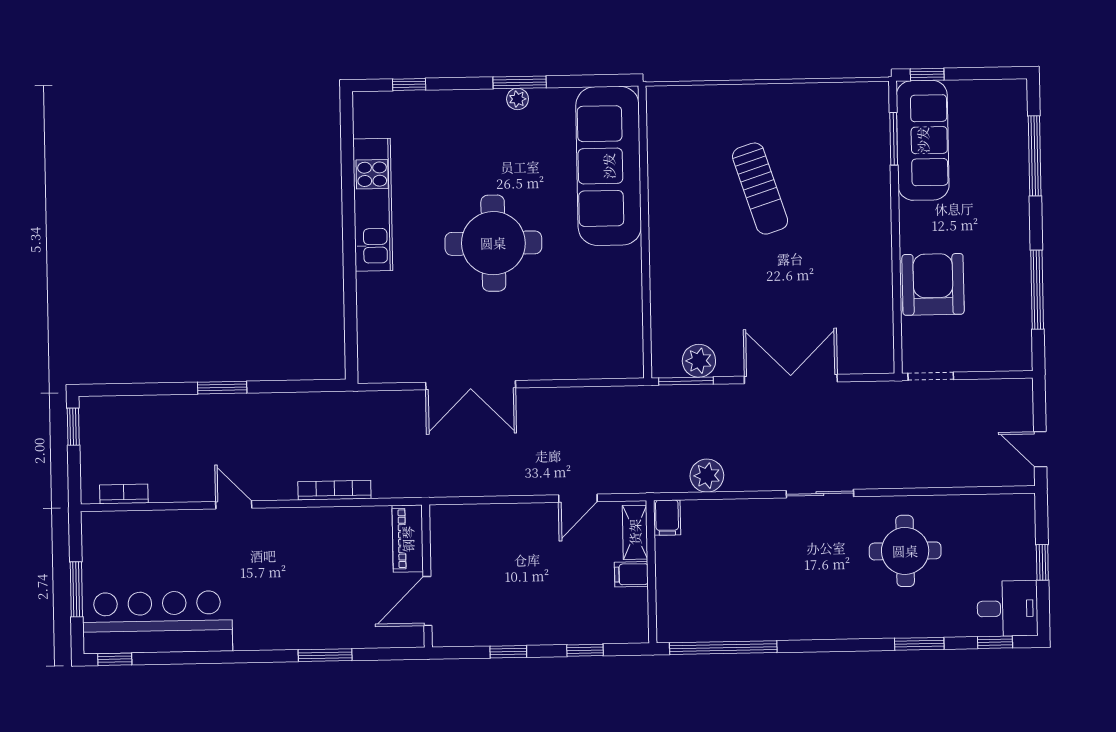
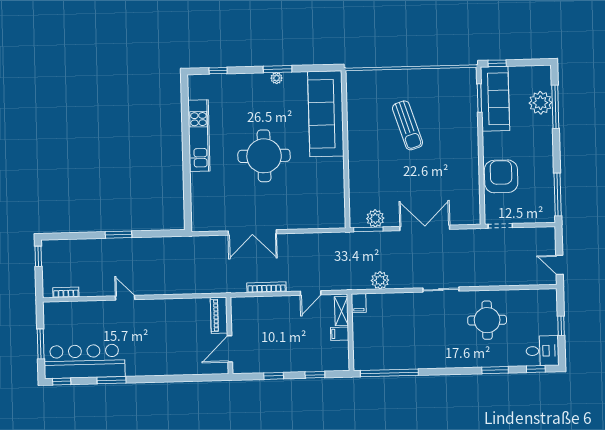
plant: (1007, 148) -> (540, 103), added
window: (1037, 290) -> (558, 194), moved
bookcase: (334, 490) -> (267, 287), moved
window: (325, 655) -> (111, 380), moved

